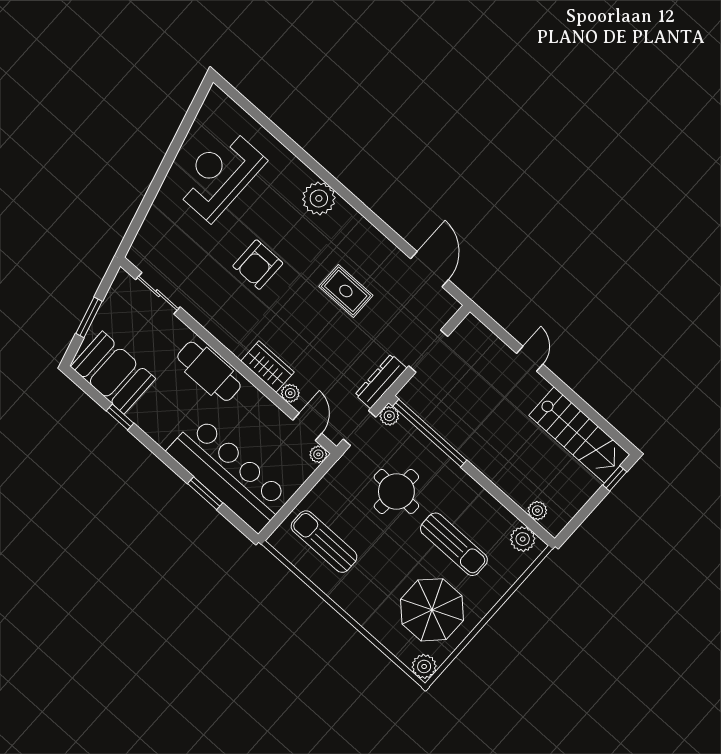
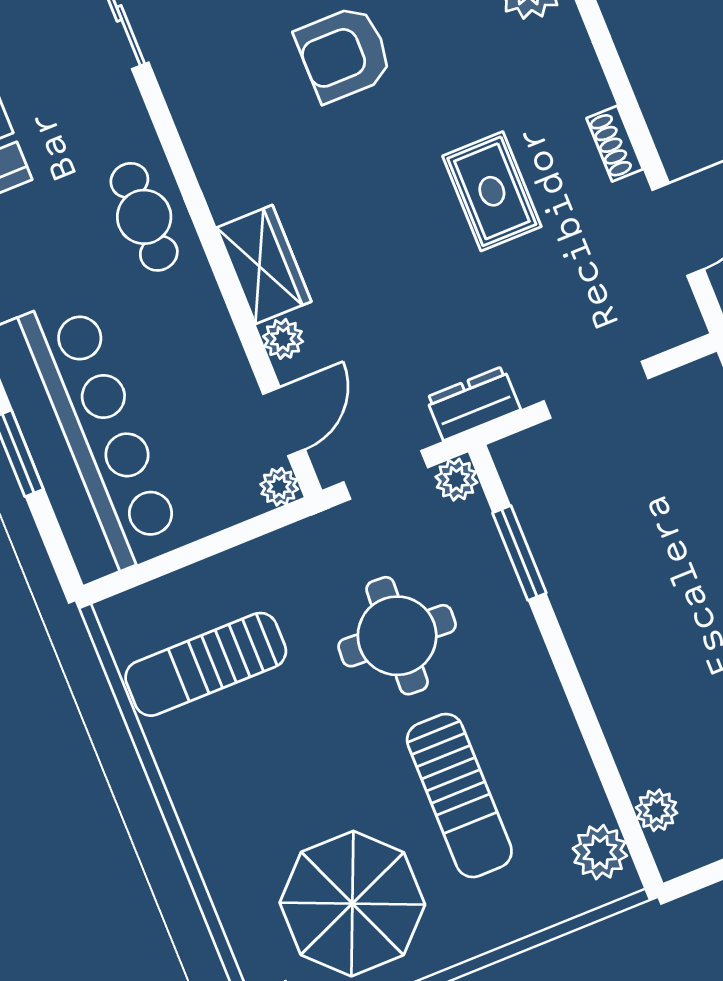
shoe rack: (386, 247) -> (615, 144), added
cafe table: (209, 371) -> (144, 217), width x0.73, depth x0.74
dresser: (381, 381) -> (473, 403), width x0.70
window: (430, 433) -> (519, 553), width x0.47
sun lounger: (324, 542) -> (206, 664), turned -90

